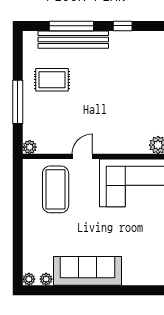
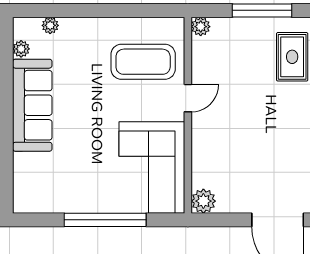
door: (82, 156) -> (188, 98), hinge flipped
plant: (29, 279) -> (50, 25), moved

